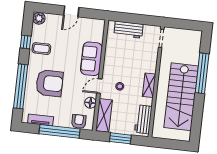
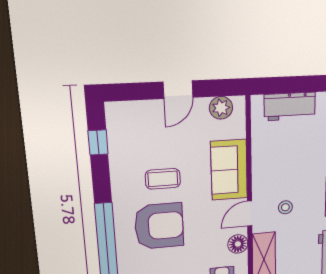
plant: (39, 18) -> (221, 108), moved
window: (26, 42) -> (98, 142), moved
coffee table: (41, 49) -> (163, 179), moved

